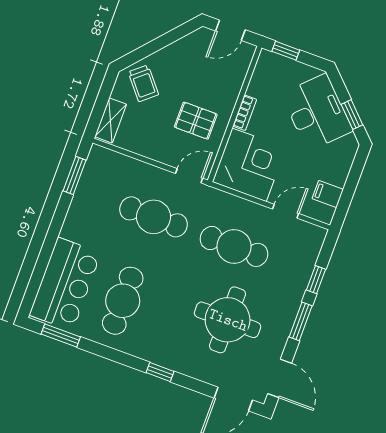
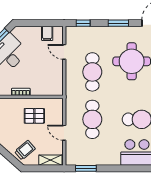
pallet: (196, 121) -> (34, 116), turned 90
corner desk: (249, 165) -> (47, 80), removed
door: (189, 176) -> (64, 133), moved
window: (316, 280) -> (83, 23), moved

